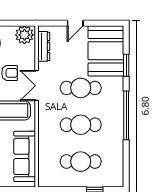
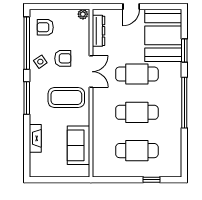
plant: (24, 35) -> (83, 14), width x0.53, depth x0.53
double door: (37, 86) -> (91, 72), swing flipped
sofa: (25, 156) -> (78, 145), width x0.73

